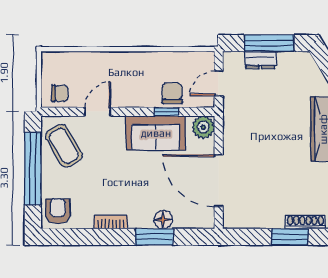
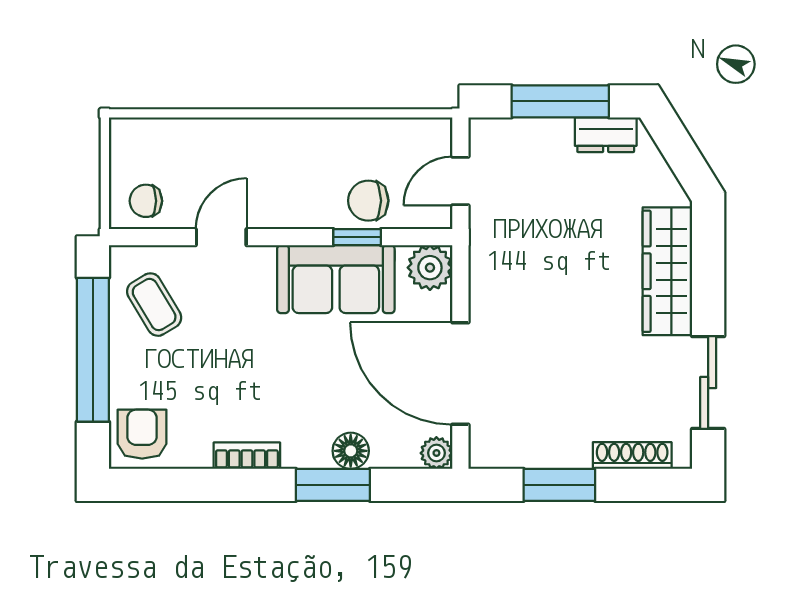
dresser: (260, 60) -> (606, 135), moved
chair: (60, 93) -> (146, 201), turned 180
chair: (172, 93) -> (368, 201), turned -90
coffee table: (64, 146) -> (154, 305), width x0.73, depth x0.77
plant: (207, 221) -> (436, 453), added
window: (290, 237) -> (559, 485), moved

